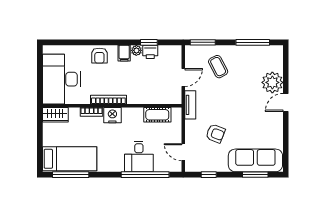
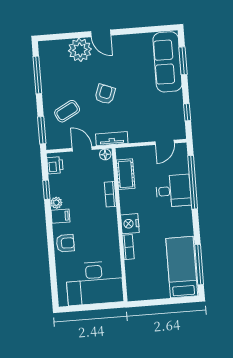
printer: (150, 52) -> (55, 165), moved
floor lamp: (176, 98) -> (105, 154), added
bookcase: (108, 100) -> (110, 194), moved, width x0.64
wardrobe: (55, 115) -> (134, 287), removed
armchair: (215, 134) -> (105, 94), moved

